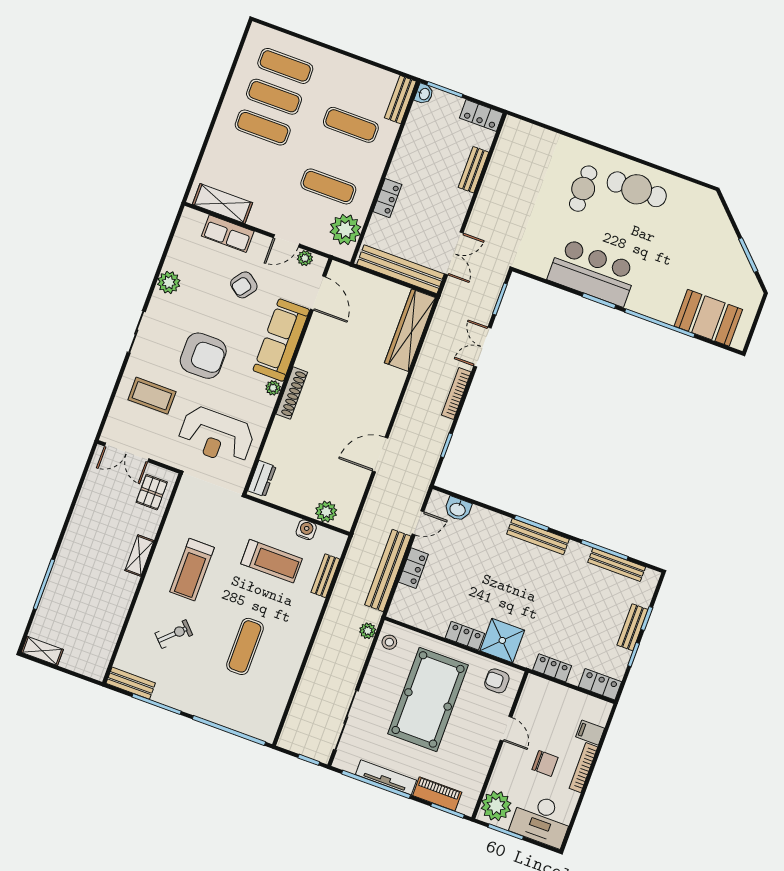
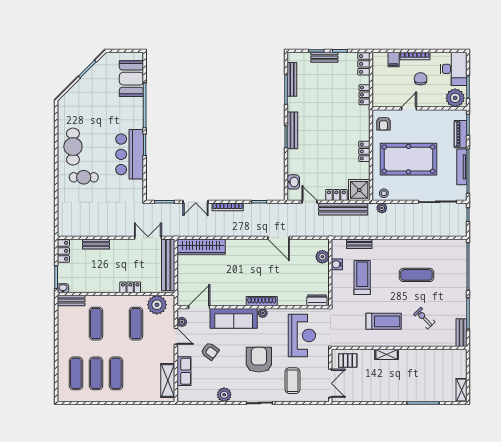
shower: (502, 640) -> (359, 190), moved

